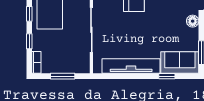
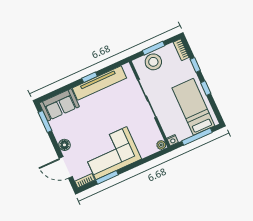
stool: (69, 63) -> (153, 62), added
window: (167, 76) -> (90, 77), moved

